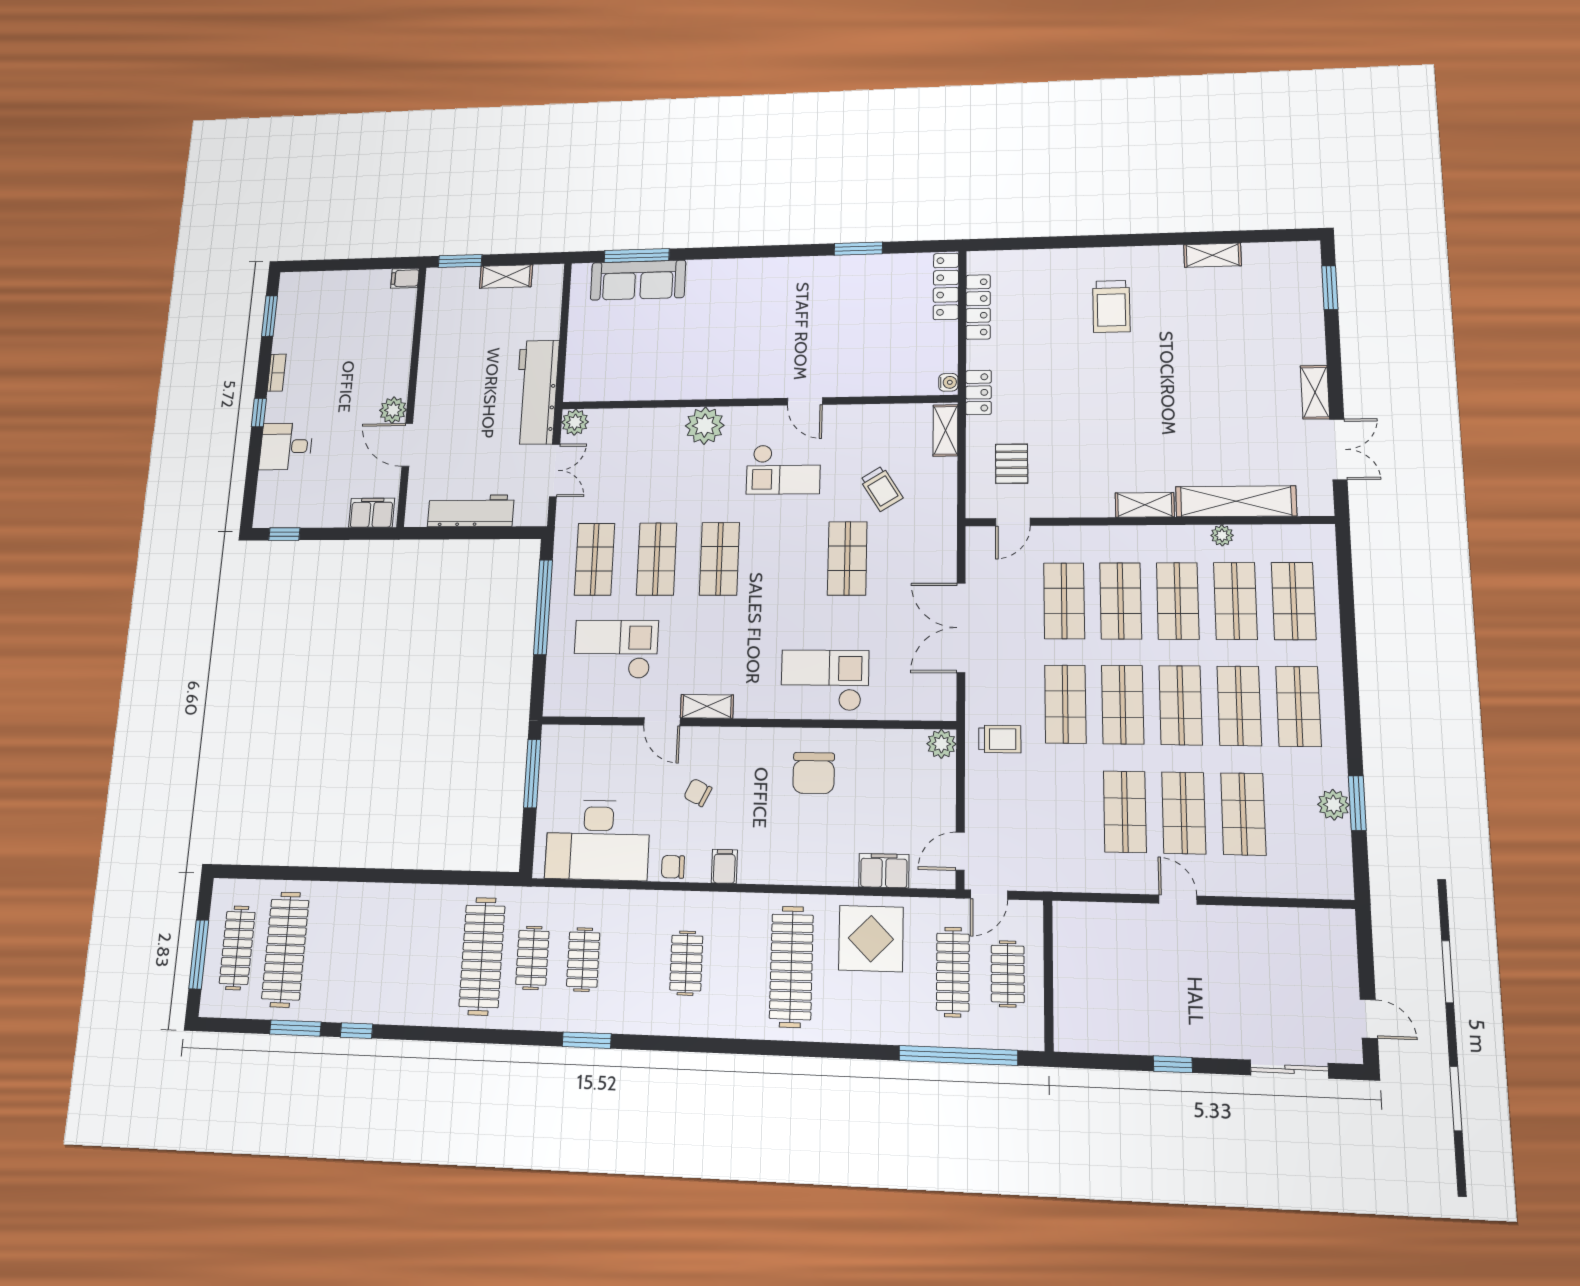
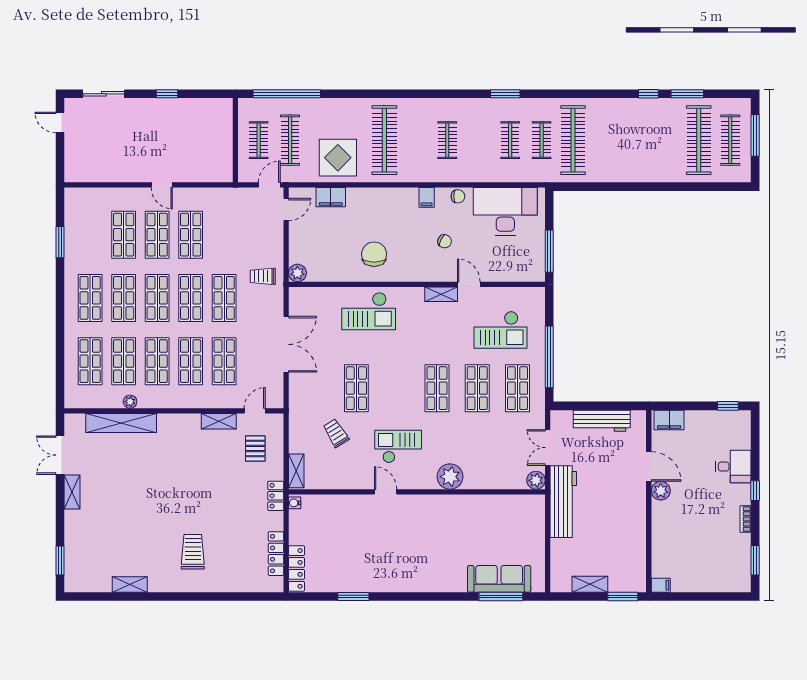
shelving: (1145, 505) -> (219, 421), moved
plant: (1334, 805) -> (73, 241), removed

